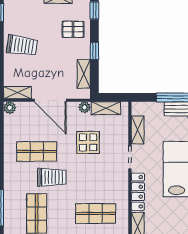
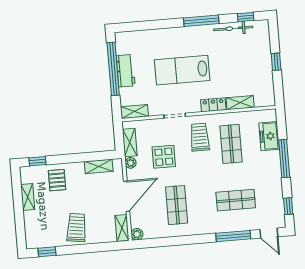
window: (94, 51) -> (76, 158), removed
shelving: (138, 130) -> (134, 112), moved
trolley: (52, 177) -> (200, 137), moved
locker: (138, 192) -> (213, 105), width x0.66

